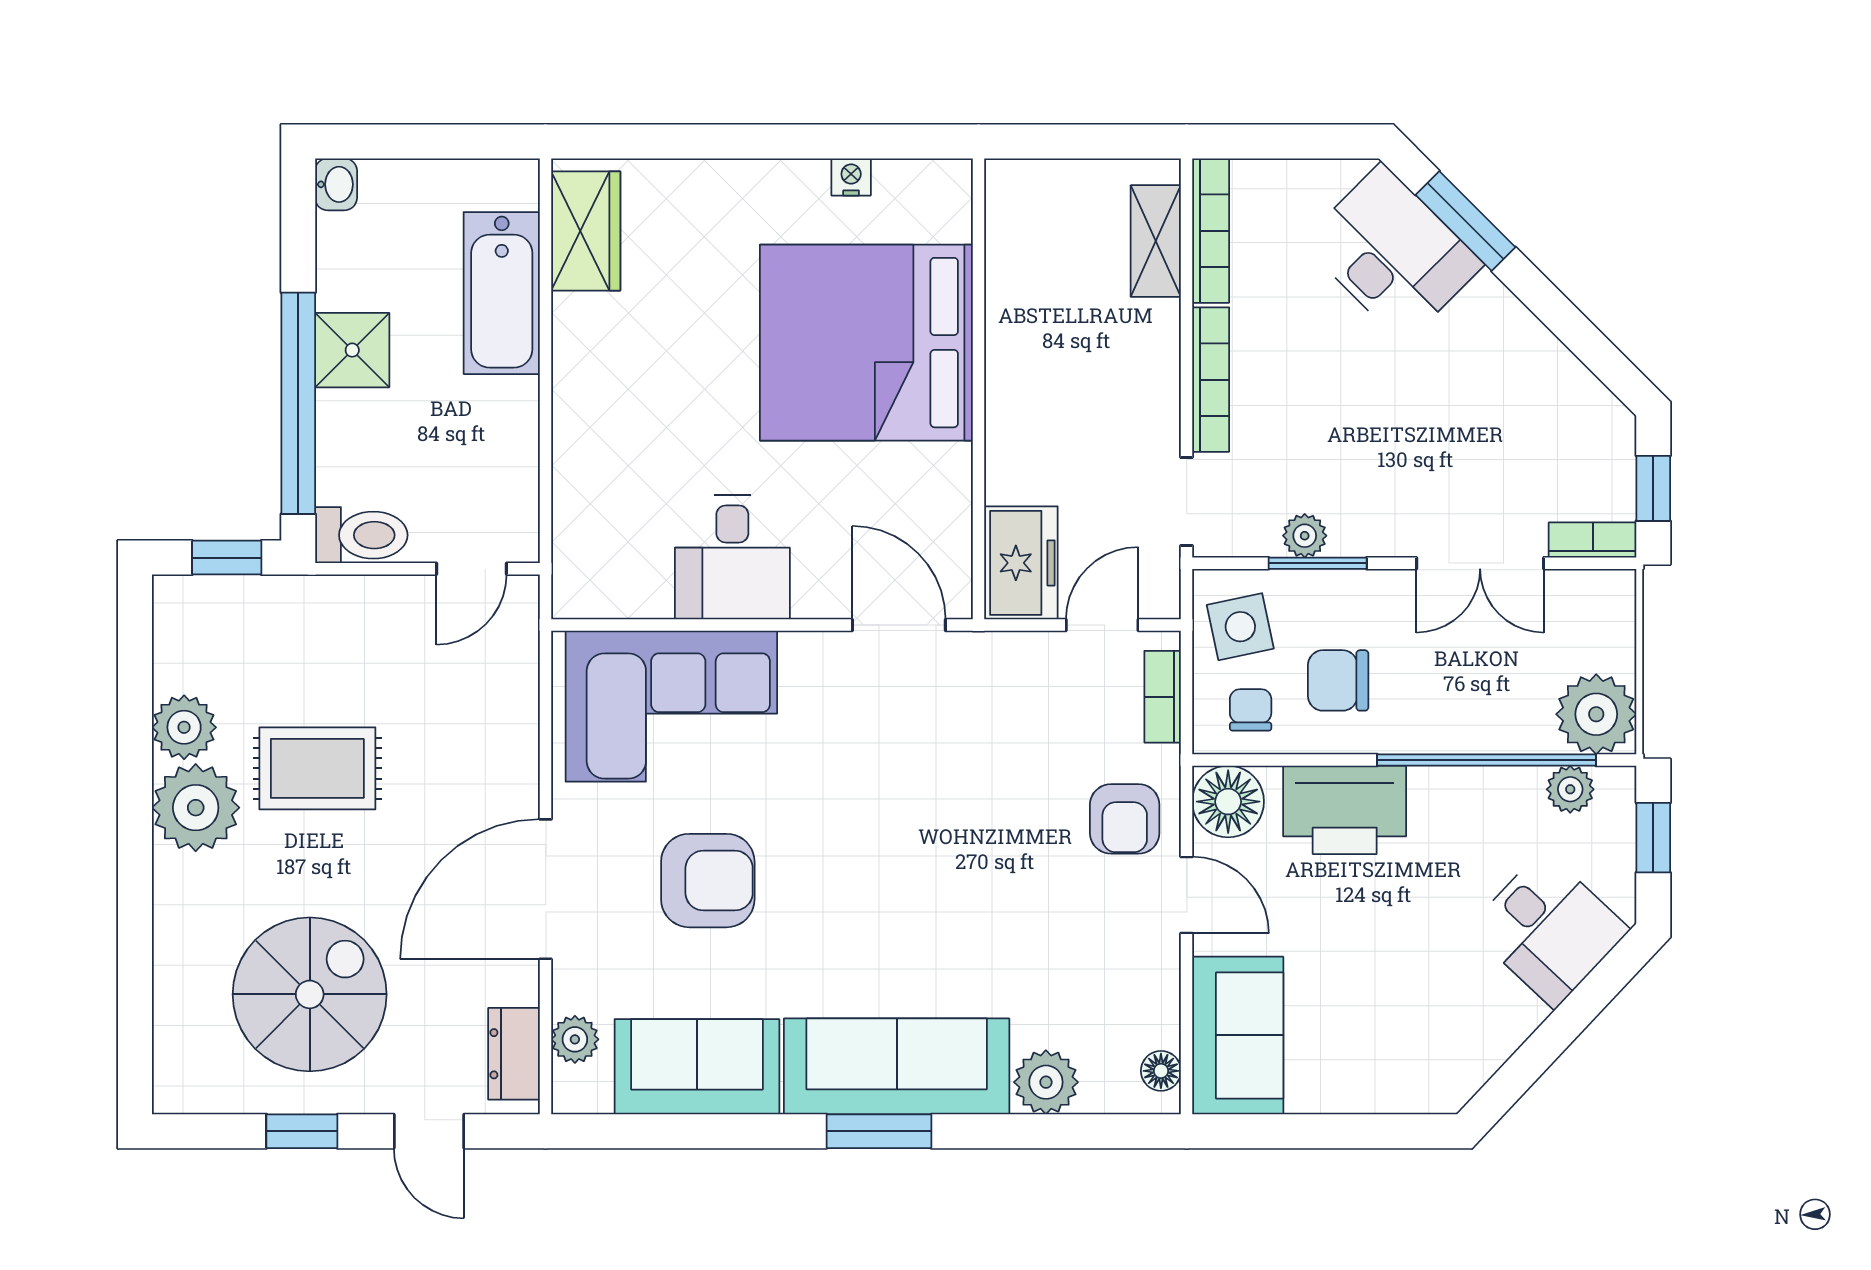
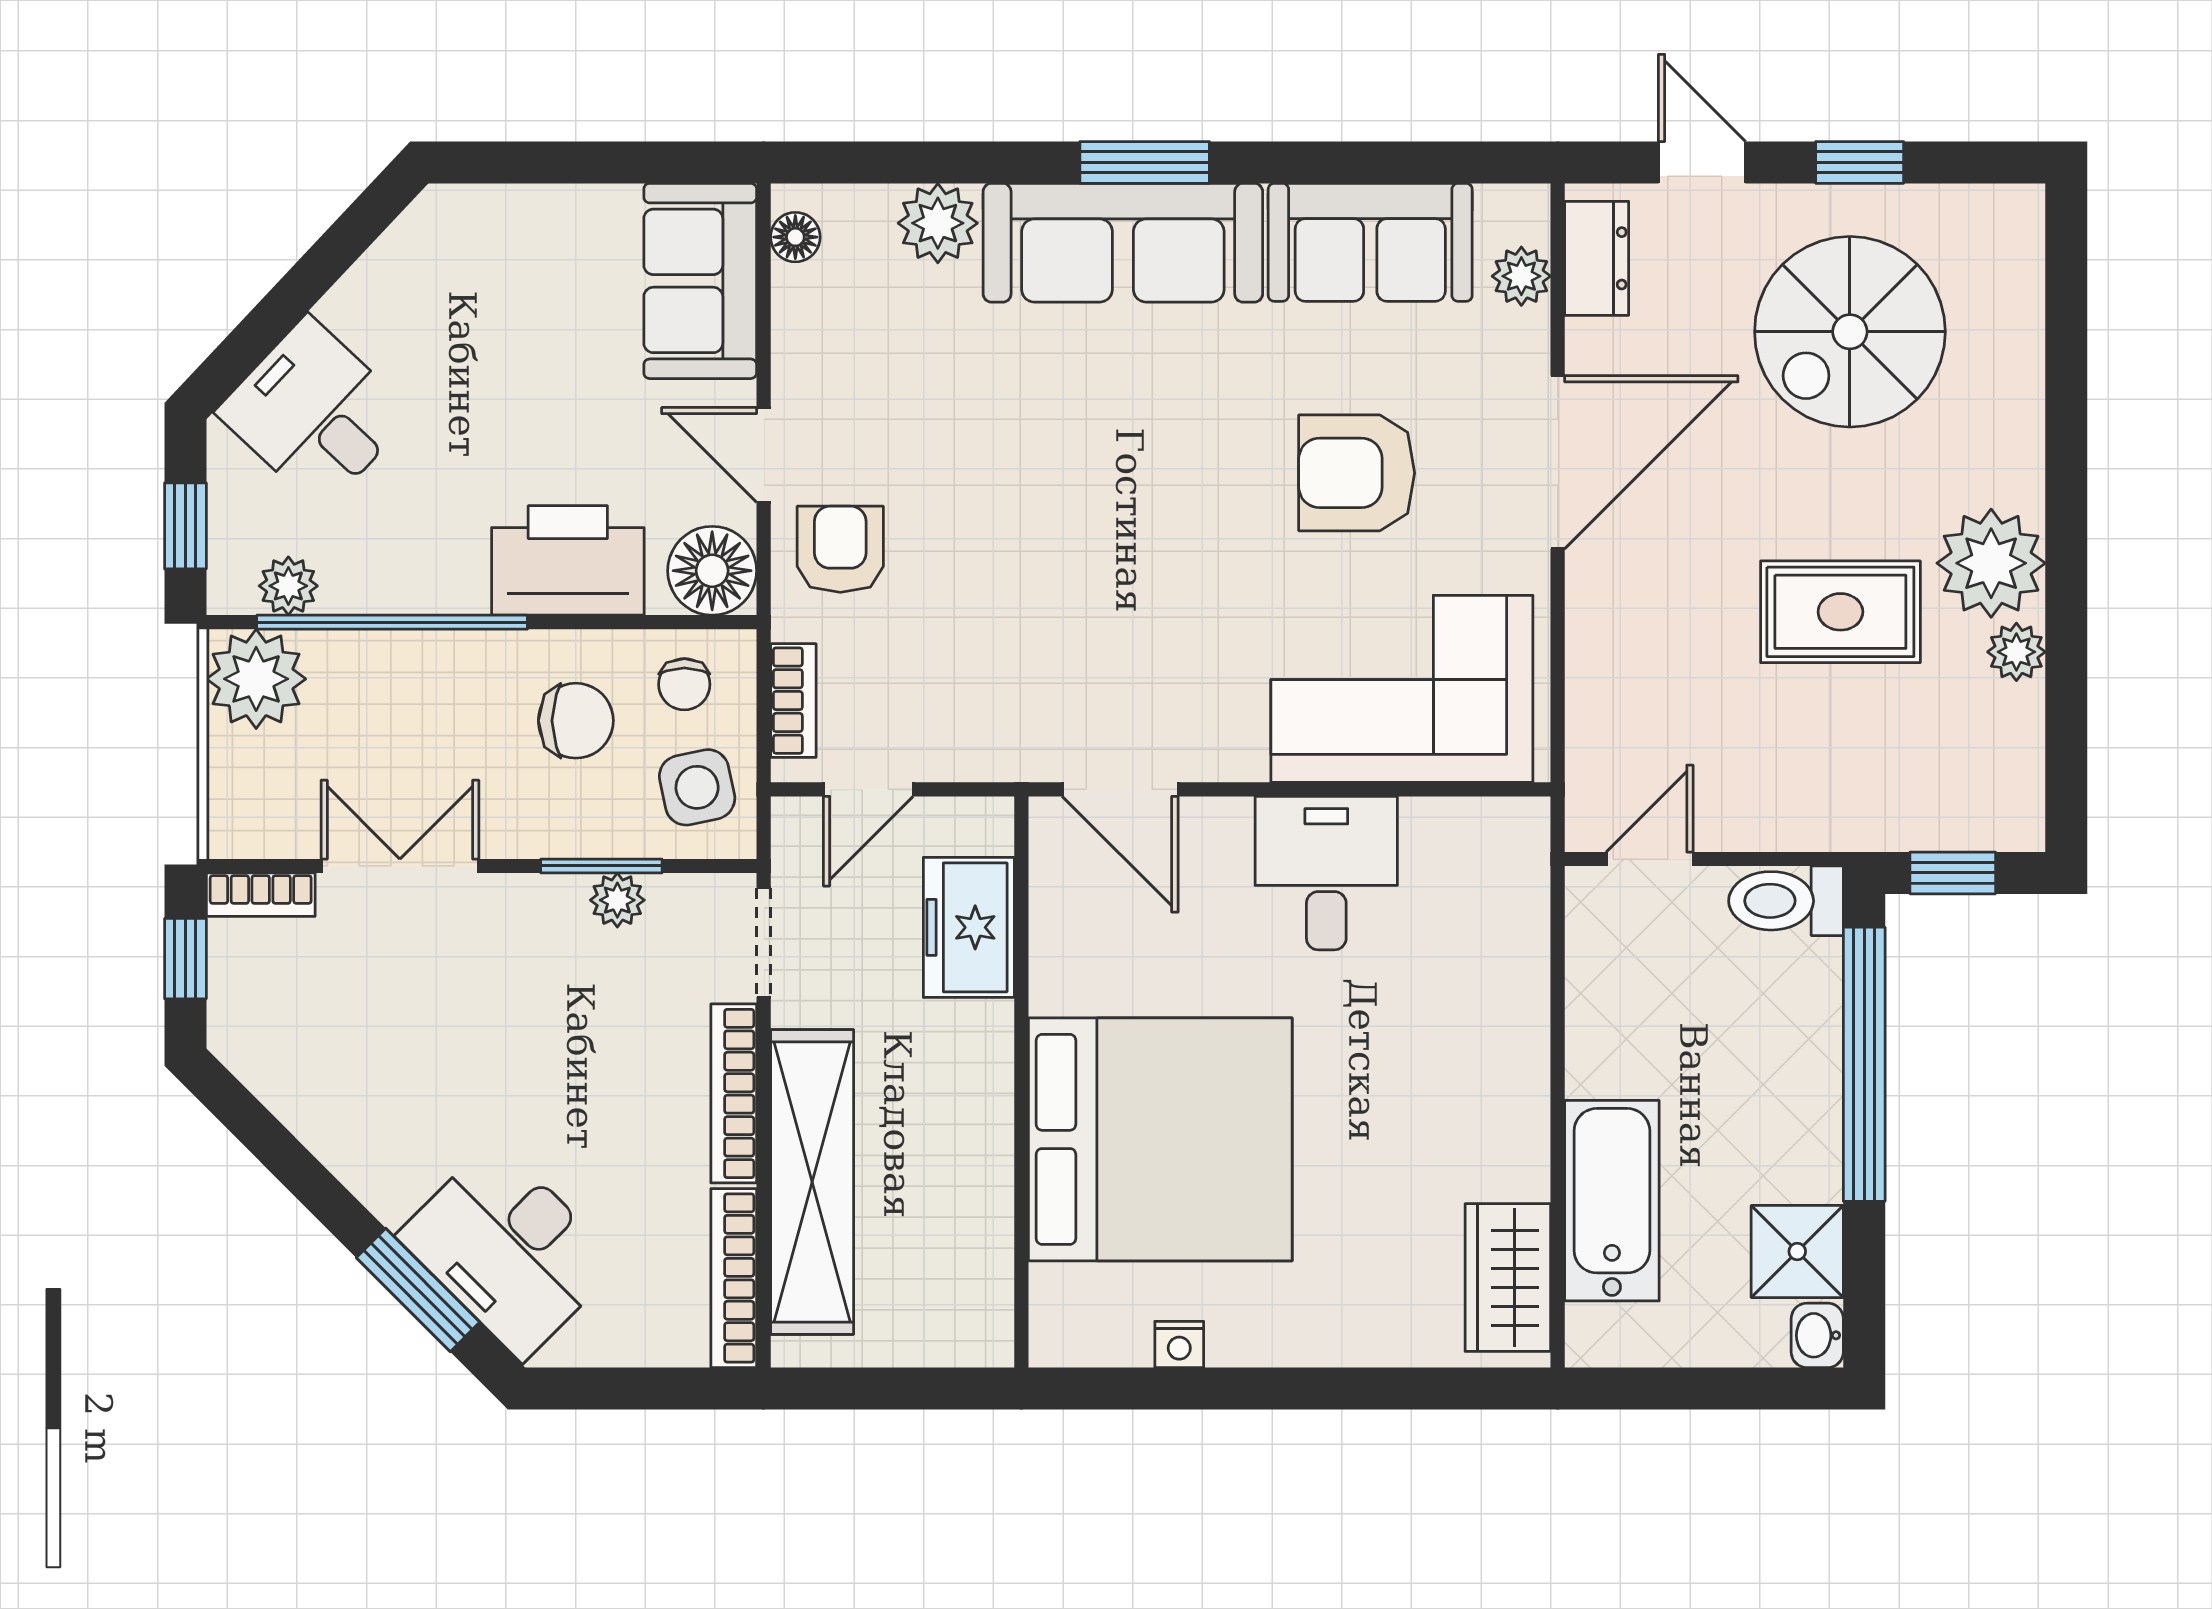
shelving: (1156, 241) -> (812, 1182), width x2.20, depth x1.33
shower: (352, 350) -> (1797, 1251), moved
freezer: (1021, 563) -> (969, 927), moved
plant: (184, 727) -> (2016, 652), width x0.73, depth x0.73

